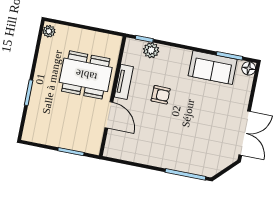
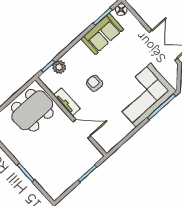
dining table: (86, 75) -> (32, 110), moved
armchair: (161, 95) -> (94, 83), turned -91
corner sofa: (184, 149) -> (143, 95), added

